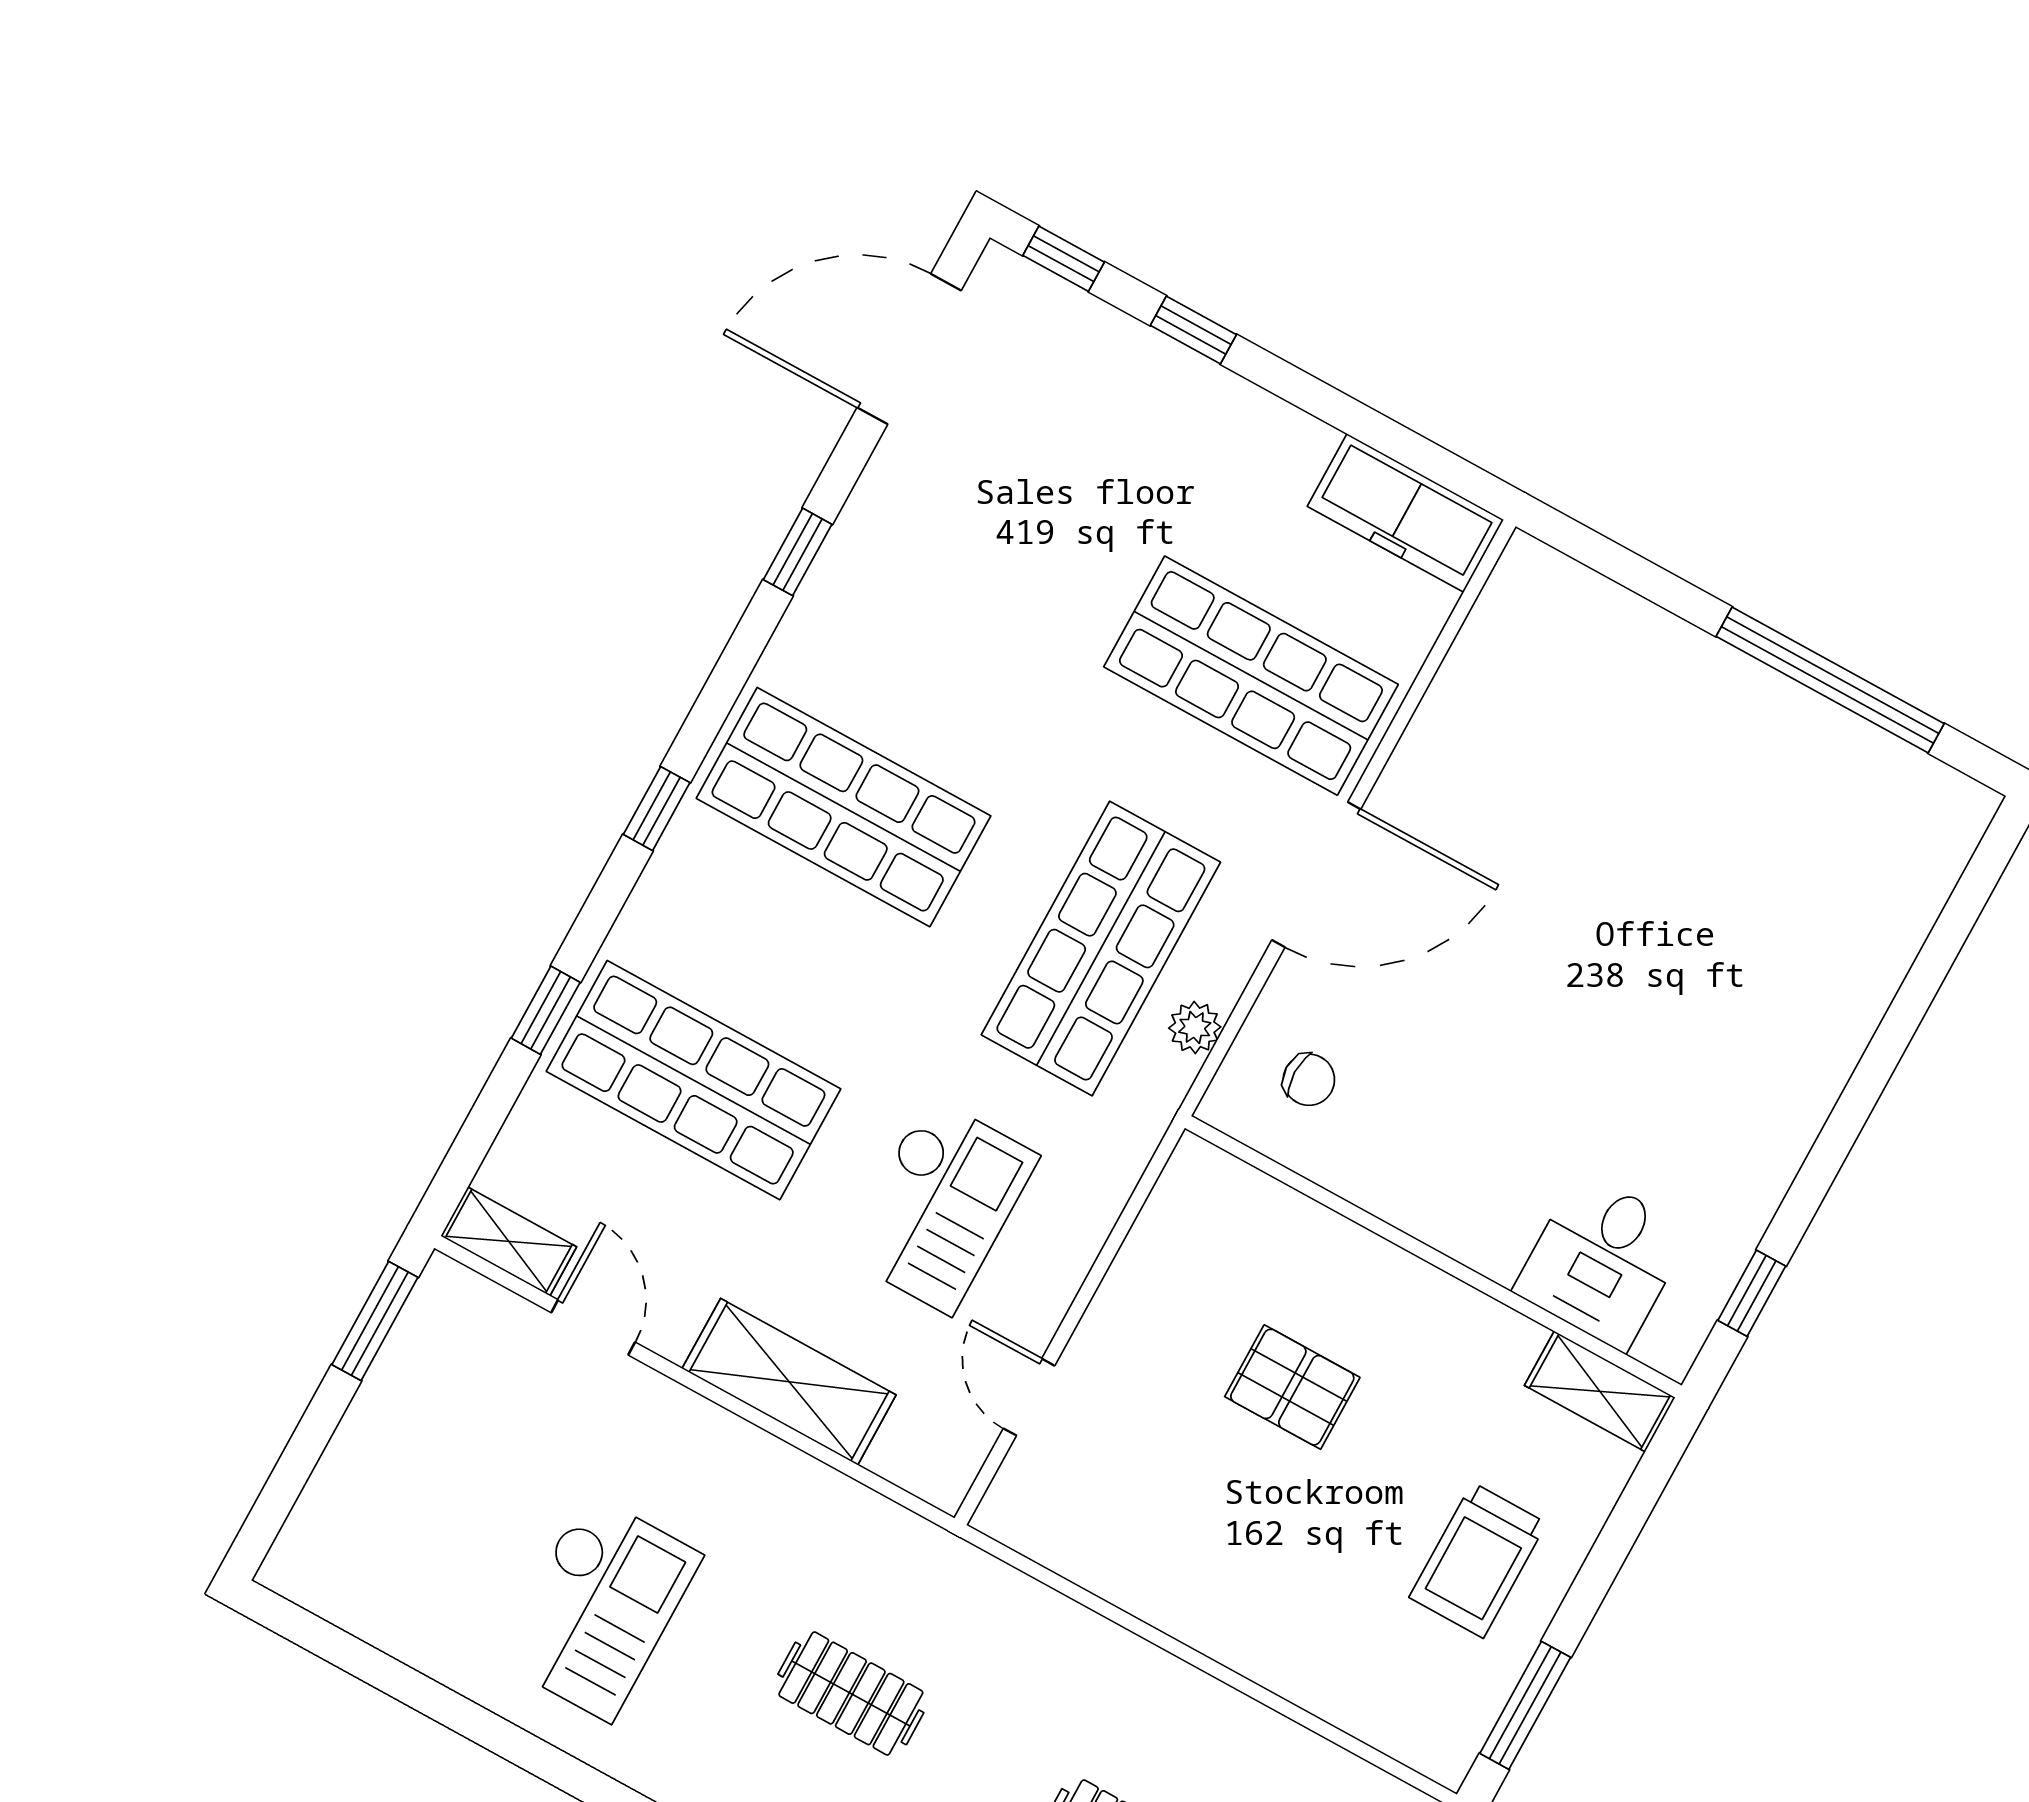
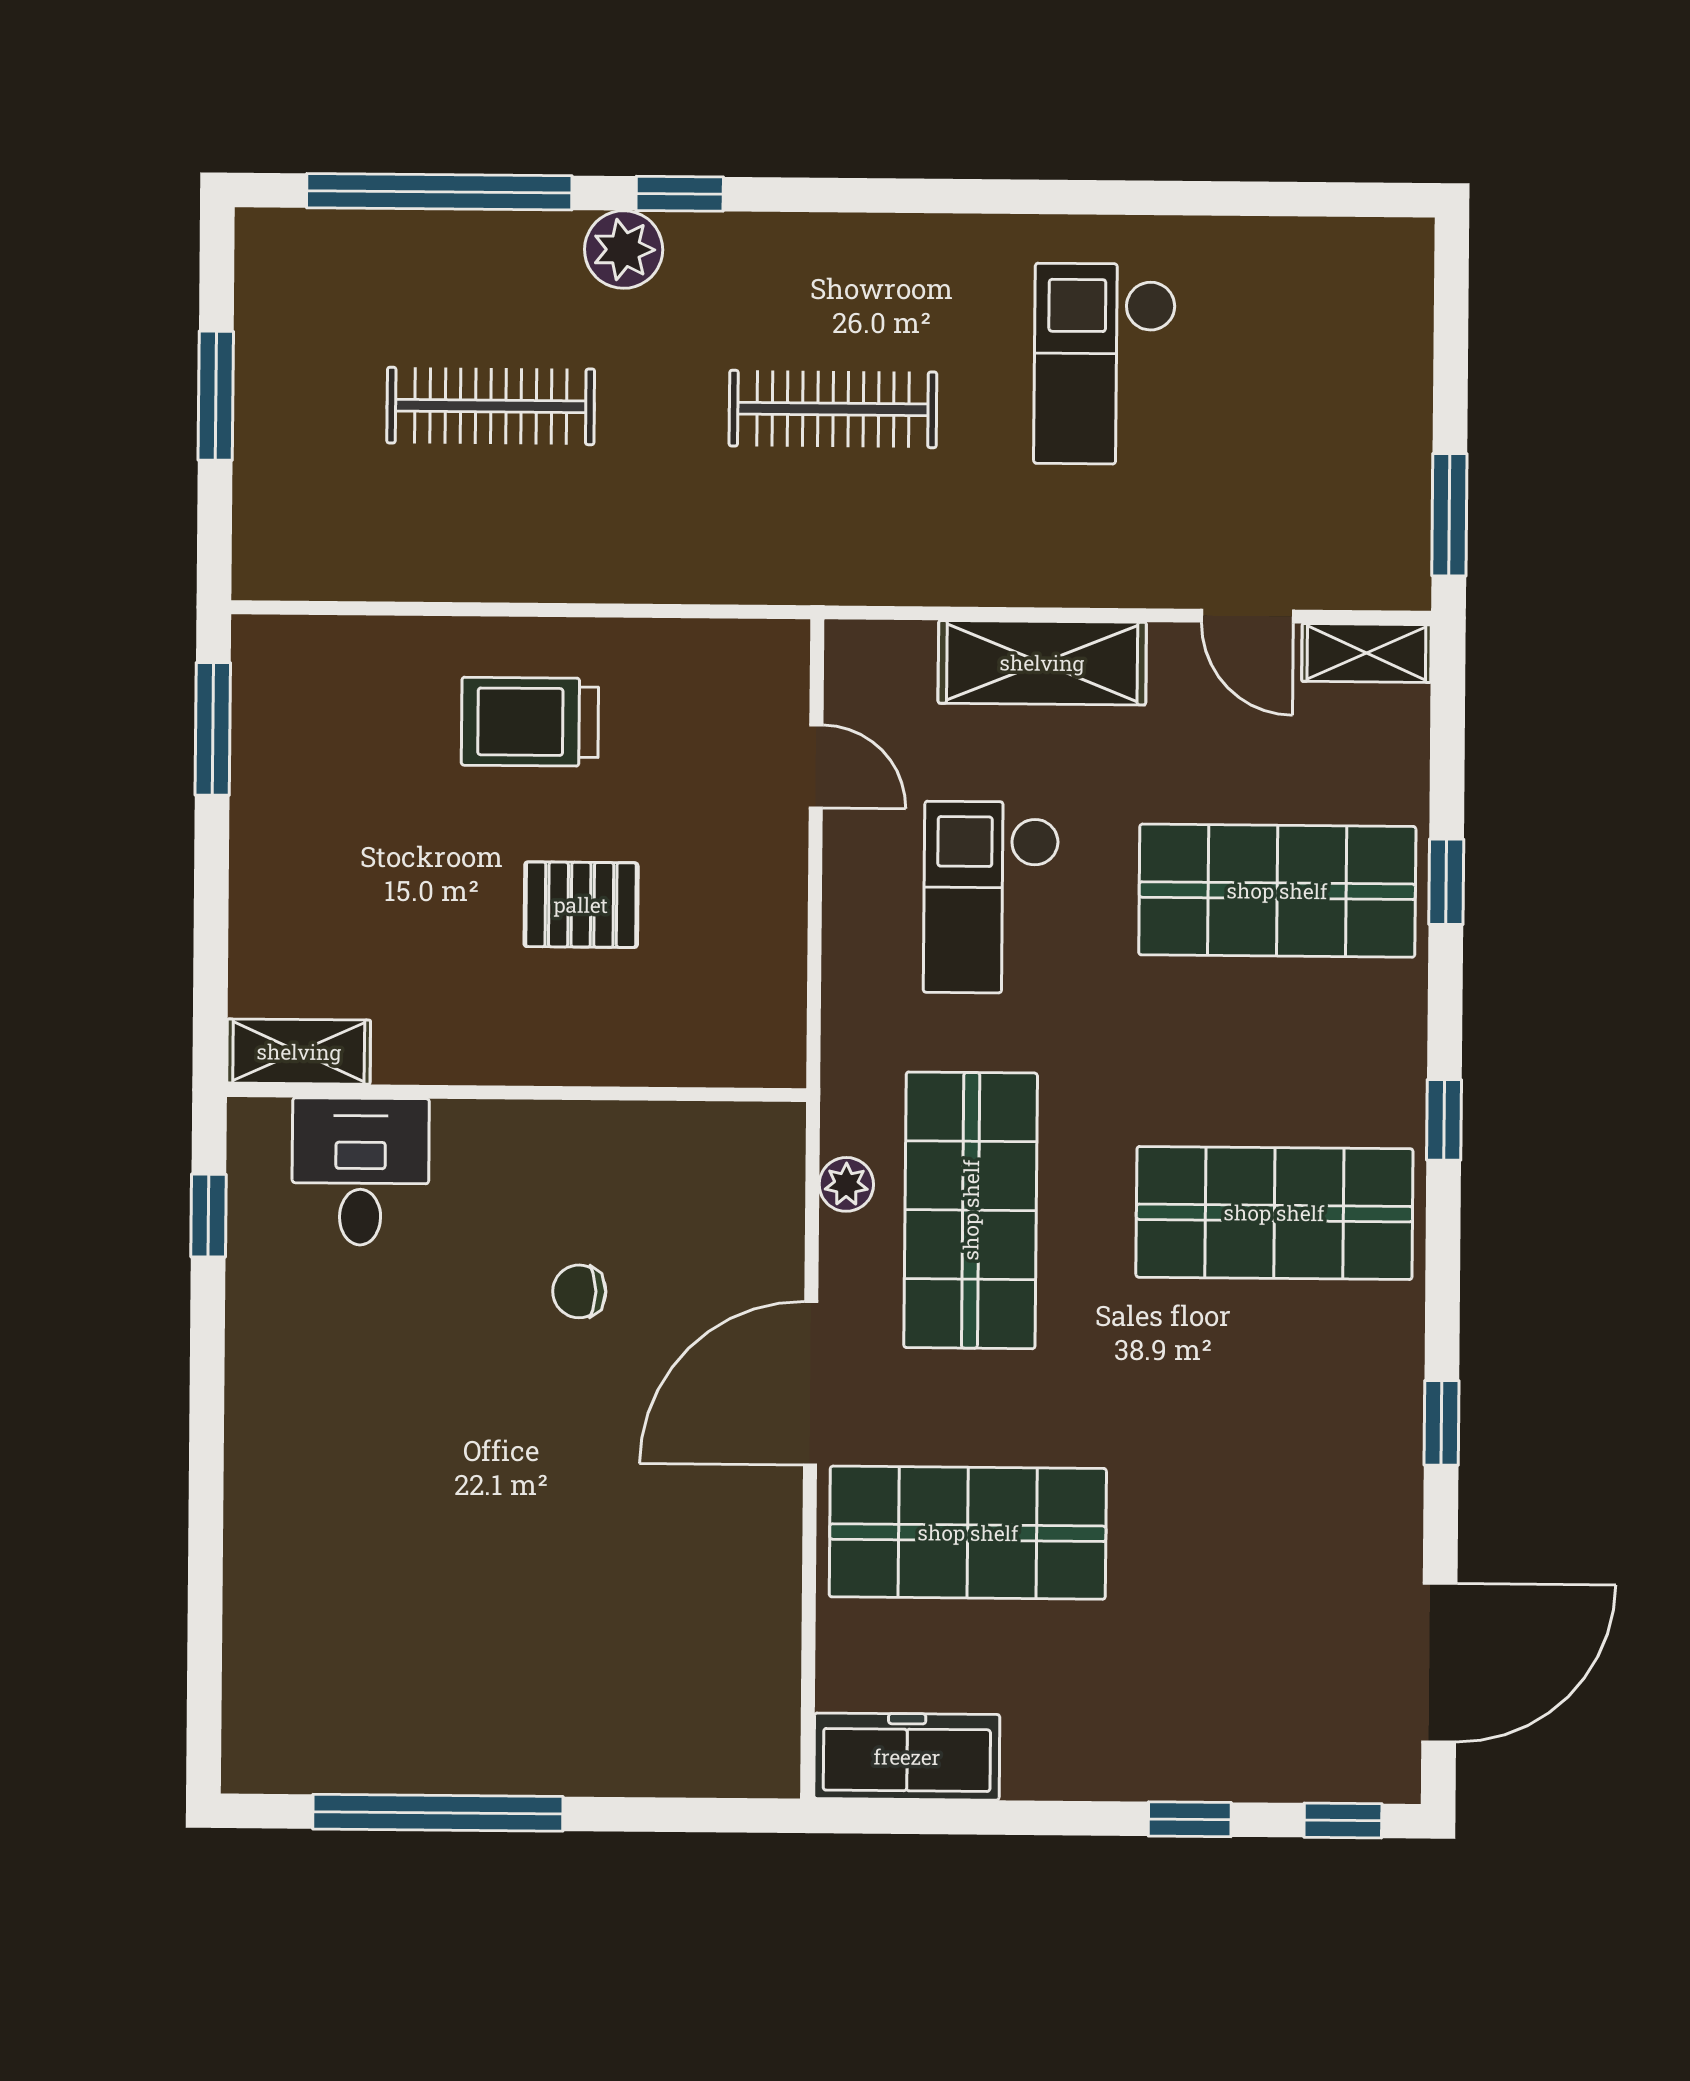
chair: (1309, 1080) -> (579, 1291), moved
trolley: (1478, 1560) -> (530, 722), moved, turned -90
clothes rail: (851, 1693) -> (833, 409), width x1.36

